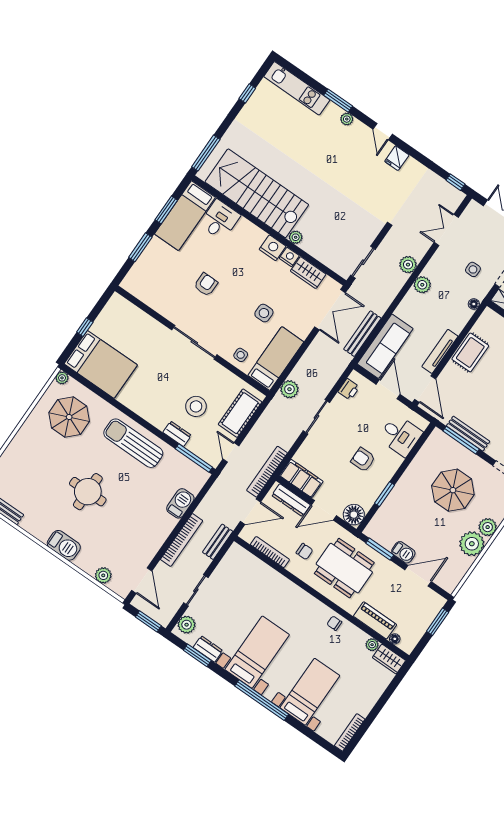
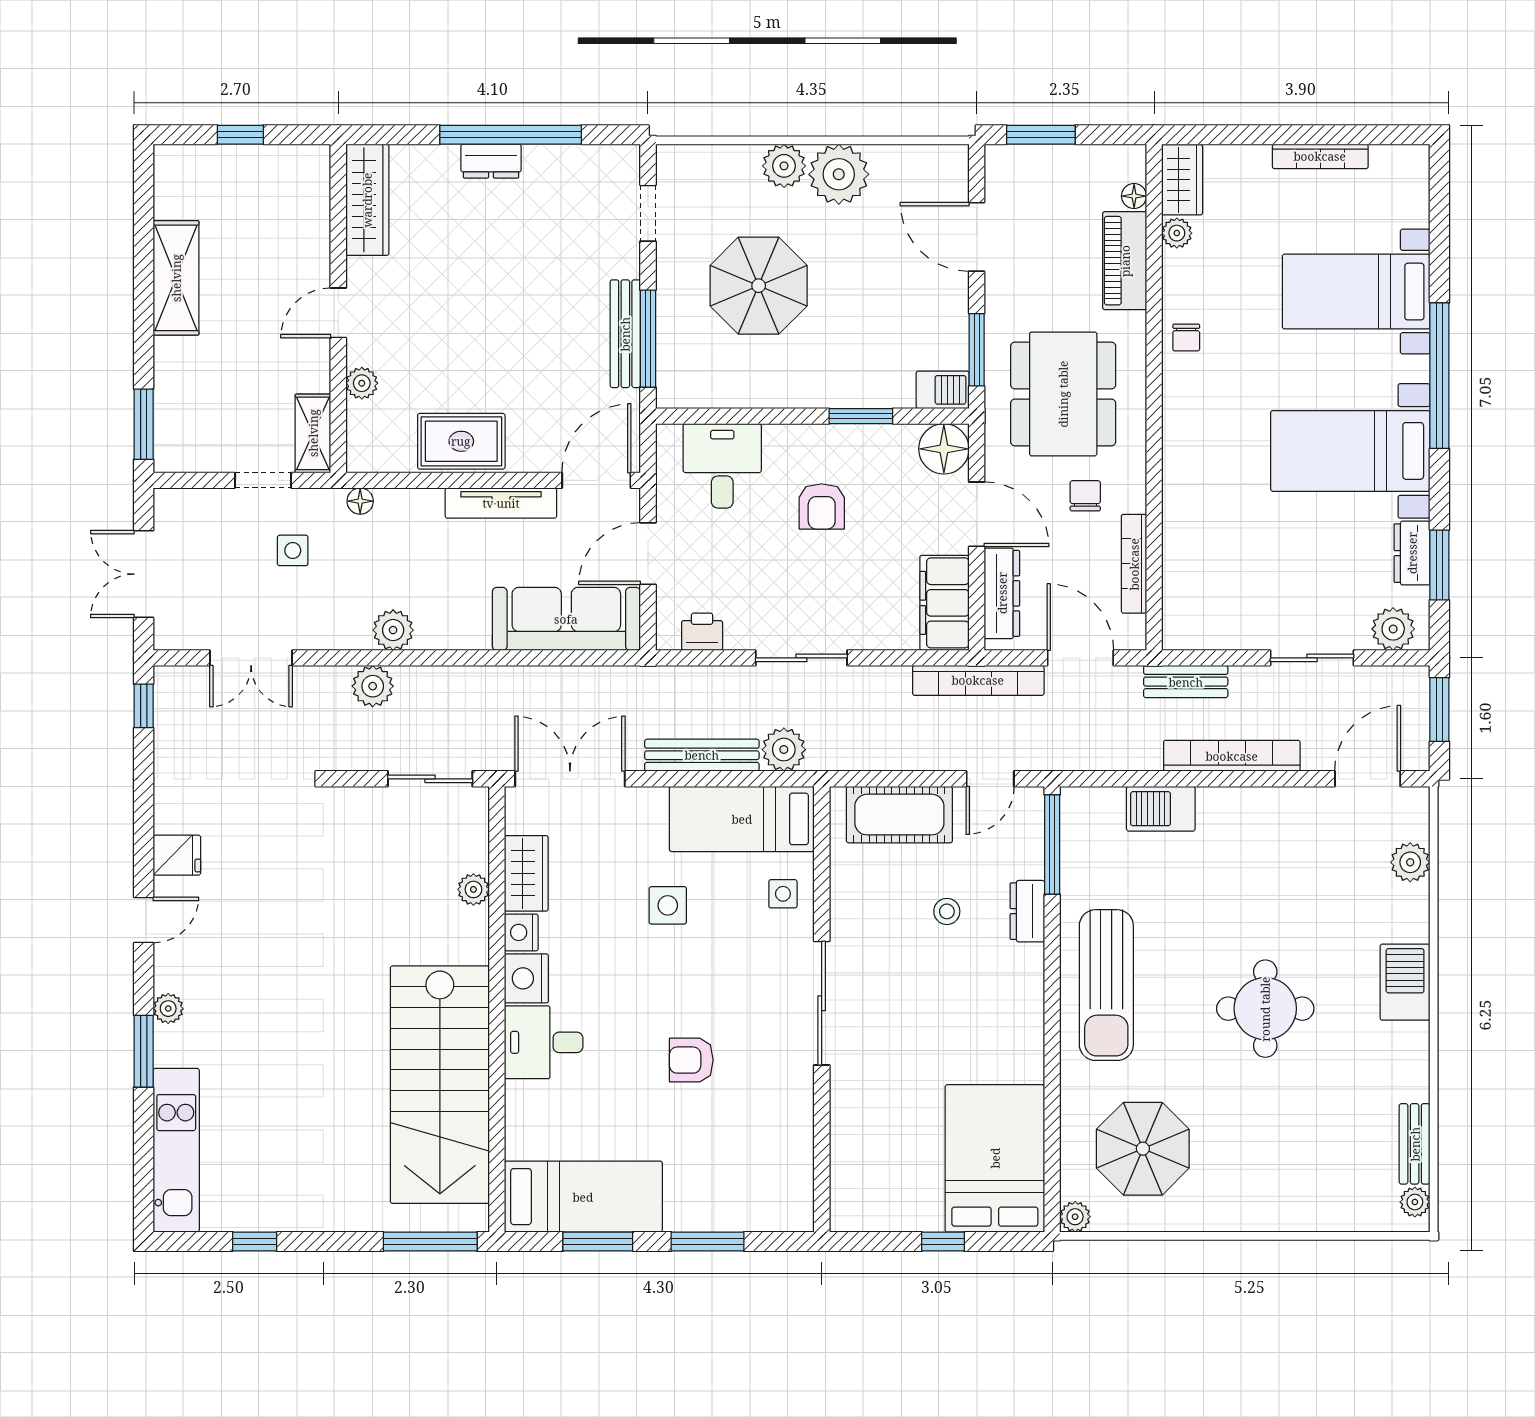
desk: (220, 220) -> (544, 1042), moved
plant: (296, 237) -> (473, 889), moved
bench: (362, 334) -> (702, 755), moved
stool: (196, 406) -> (947, 911), width x0.53, depth x0.53
barbecue: (403, 552) -> (943, 390), moved, turned 90
bookcase: (350, 732) -> (1320, 156), moved

